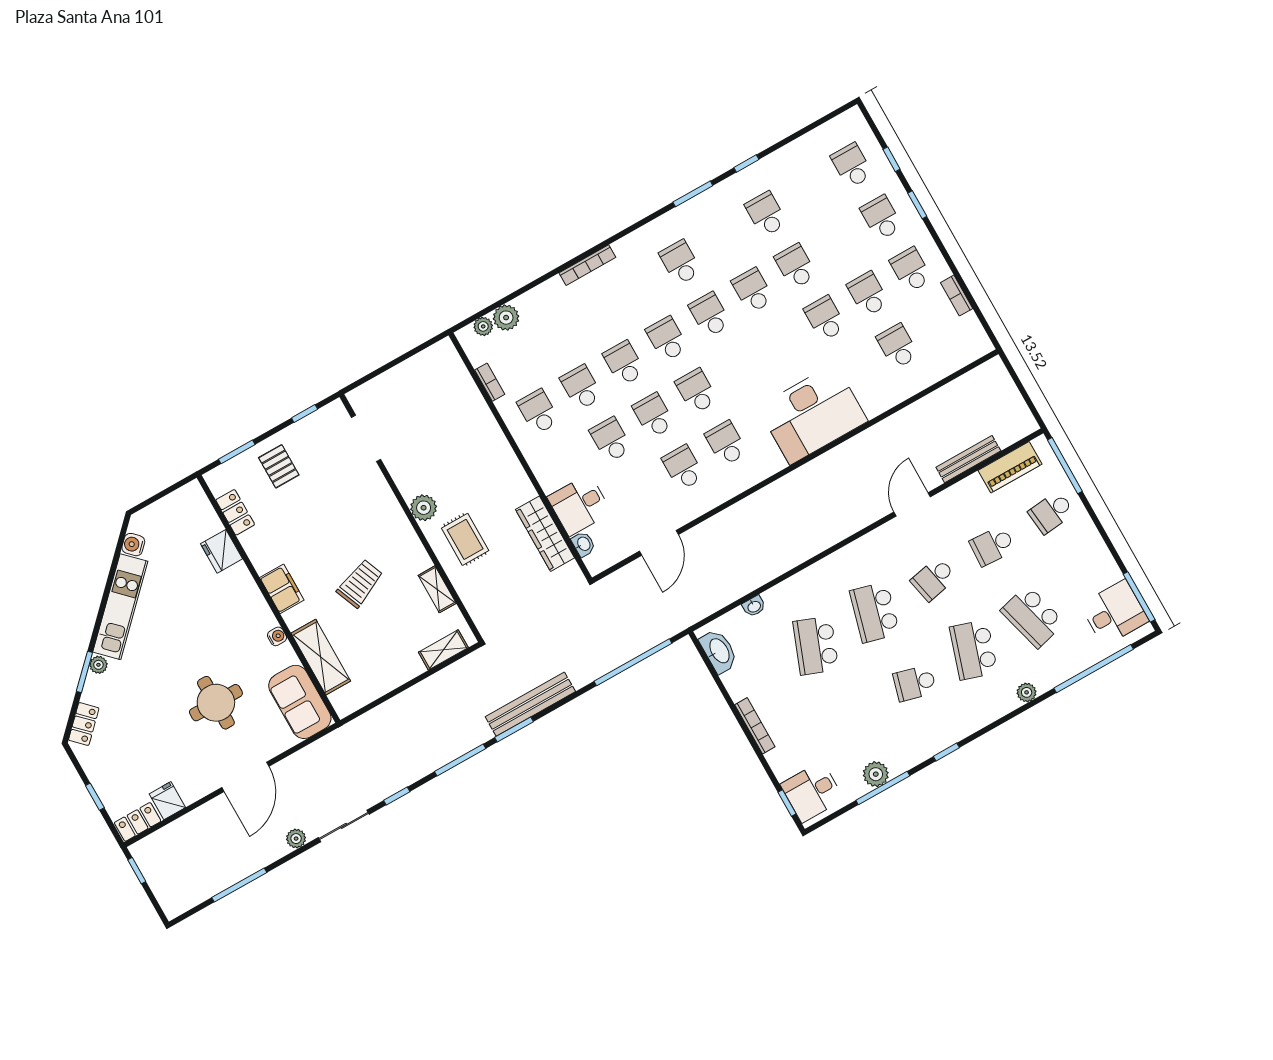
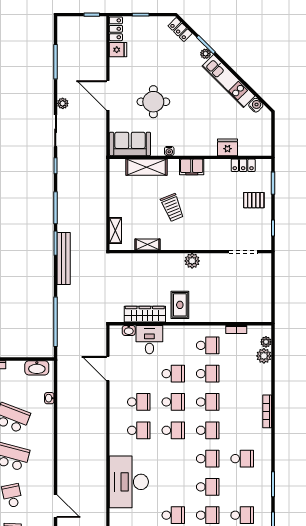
rug: (465, 539) -> (180, 305), moved, turned 90

